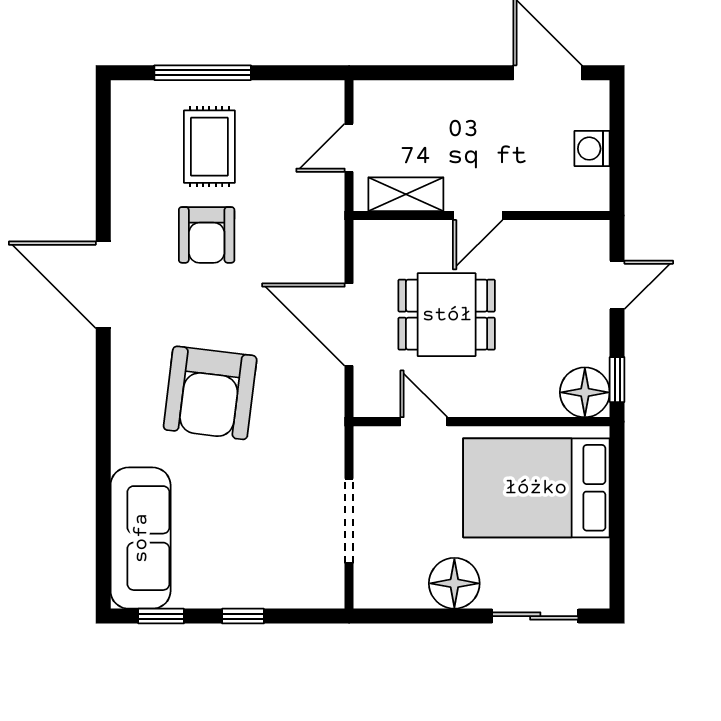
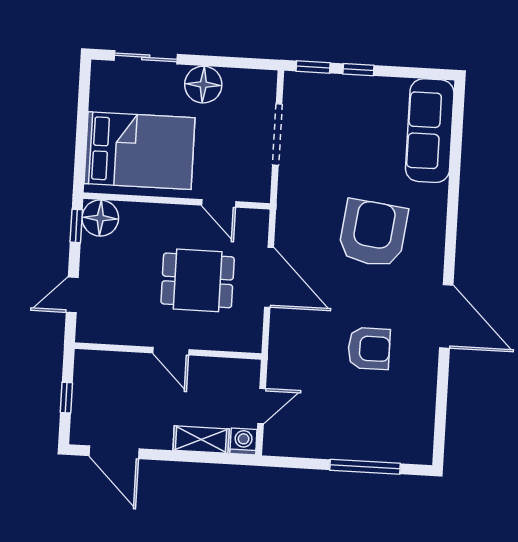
window: (617, 144) -> (66, 398), added
rug: (209, 147) -> (363, 413), removed
washing machine: (592, 149) -> (243, 441), moved, turned -90
shelving: (406, 194) -> (201, 440), moved
door: (478, 215) -> (171, 351), swing flipped
armchair: (207, 235) -> (369, 348), turned 90
window: (161, 616) -> (313, 67), moved

